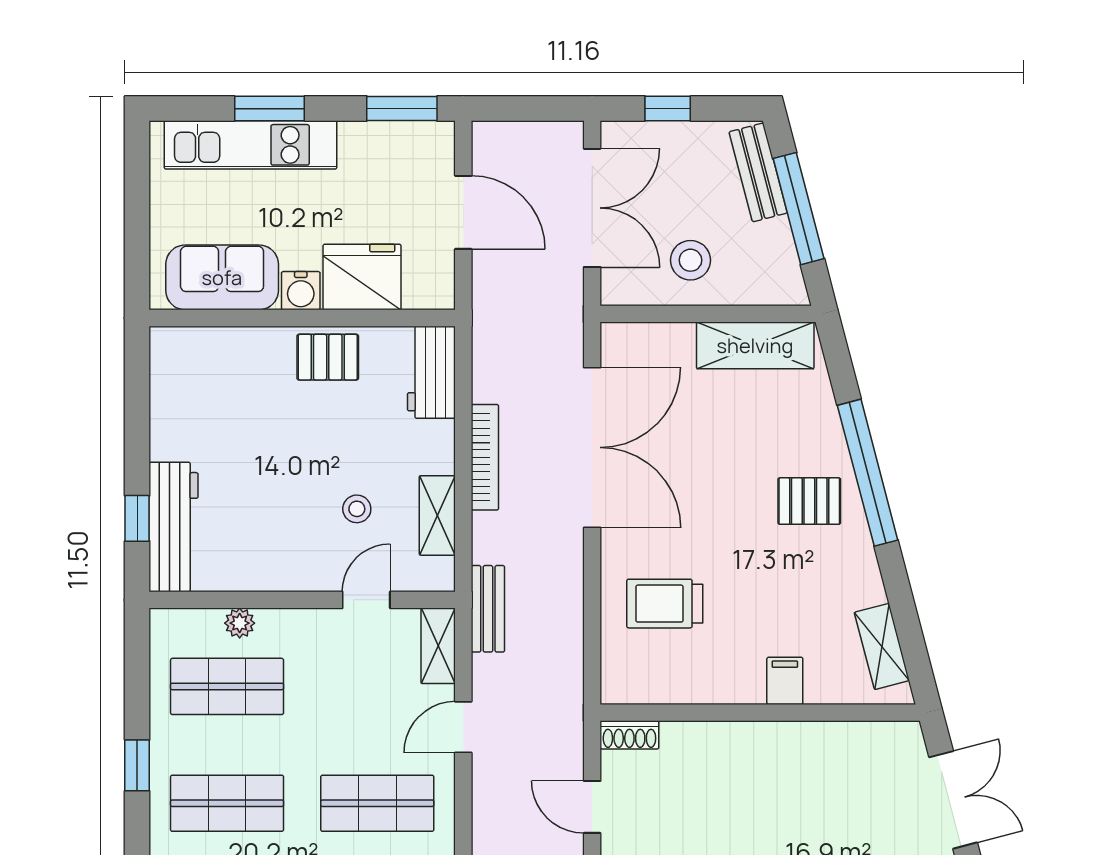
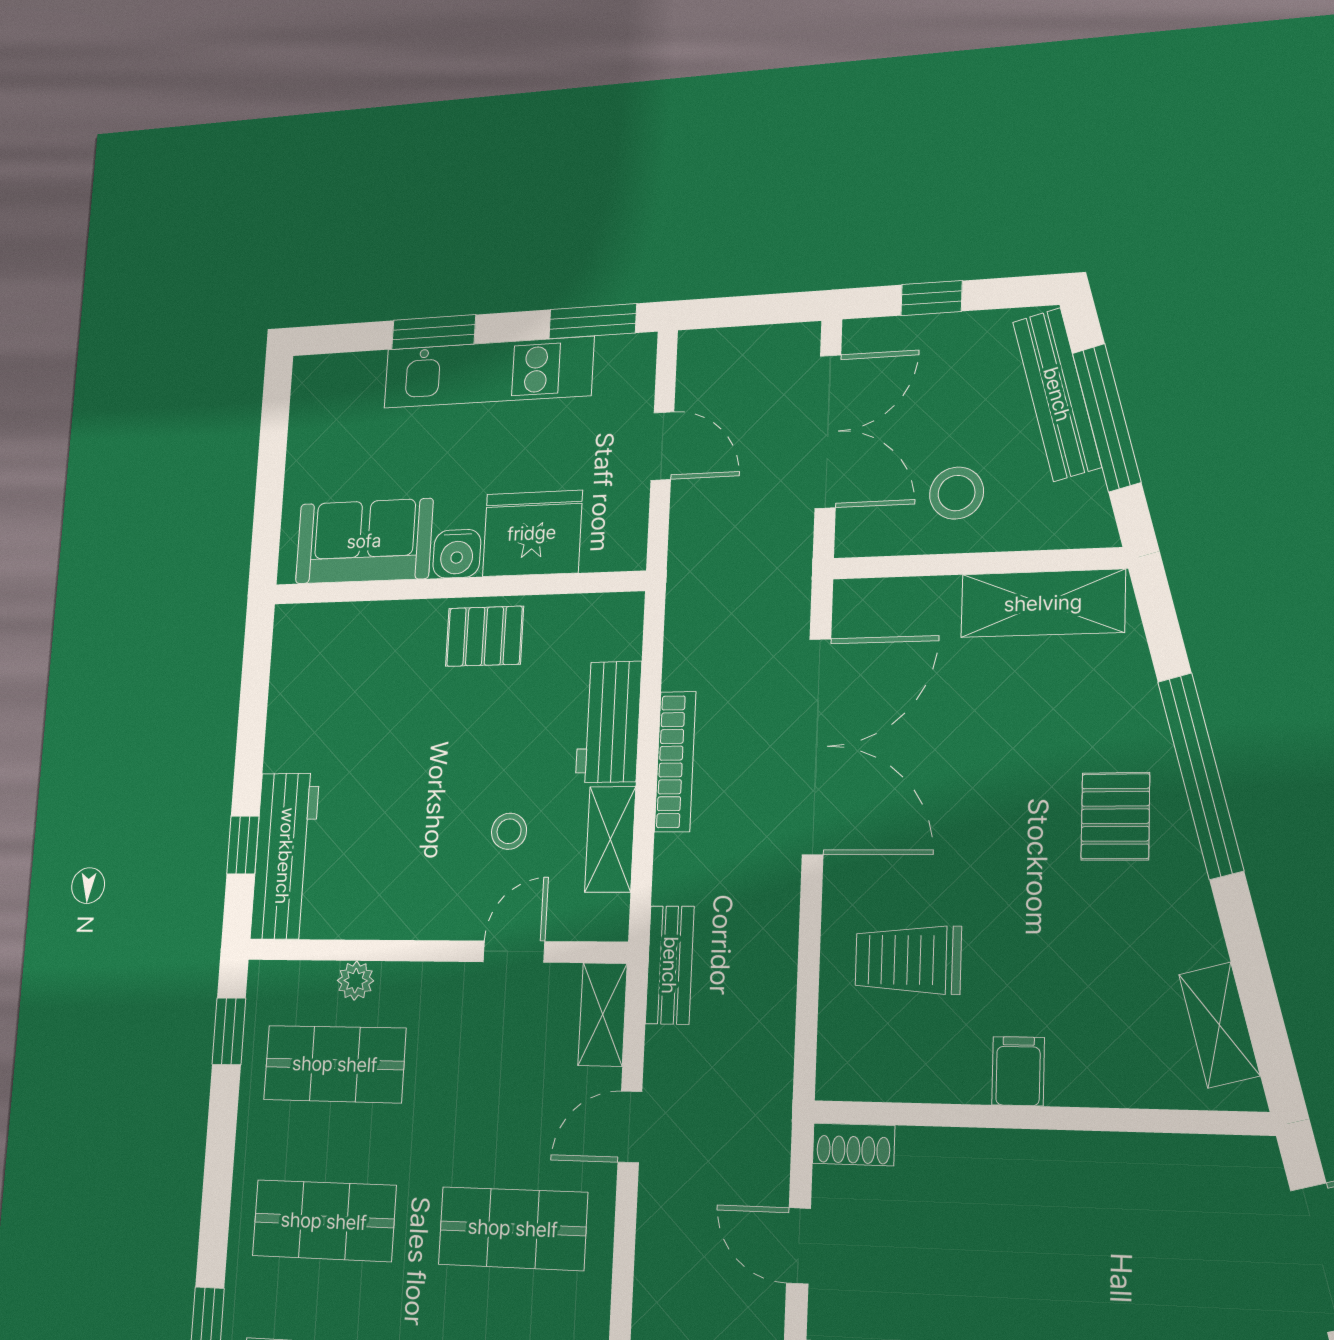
kitchen unit: (250, 145) -> (488, 372), moved
bench: (758, 172) -> (1057, 394), width x1.36
door: (463, 212) -> (662, 446), width x0.73
workbench: (431, 372) -> (609, 722), moved
pallet: (809, 501) -> (1115, 816), turned 90
filing cabinet: (785, 681) -> (1018, 1071), moved
window: (137, 765) -> (229, 1031), moved

